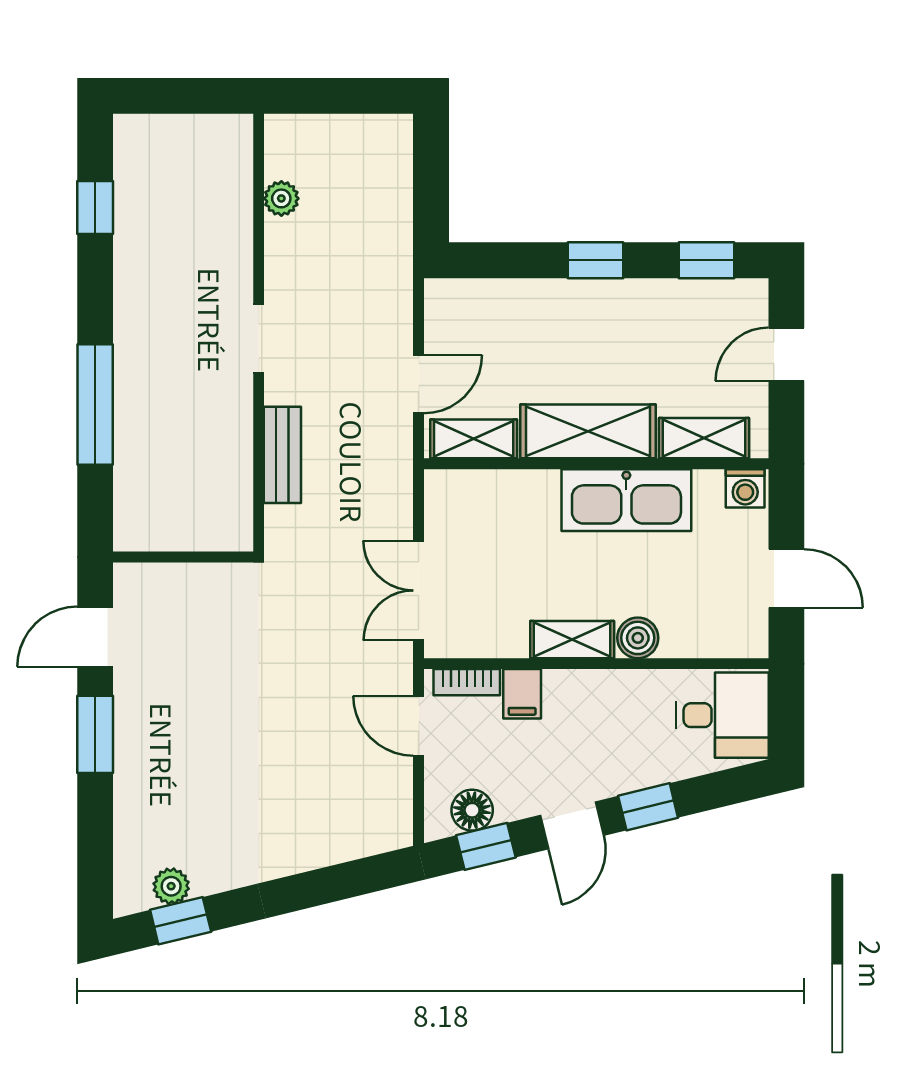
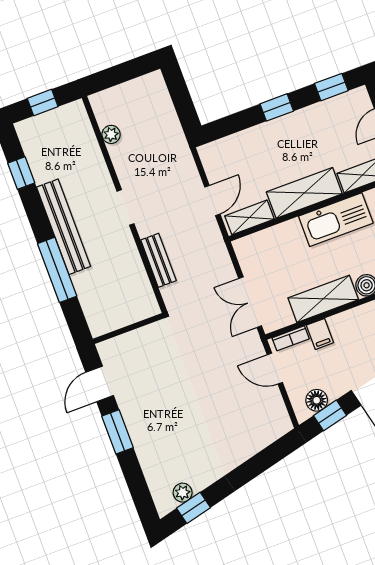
window: (180, 96) -> (43, 102), added
bench: (135, 332) -> (64, 227), added
shelving: (572, 640) -> (323, 299), width x1.50, depth x1.33

